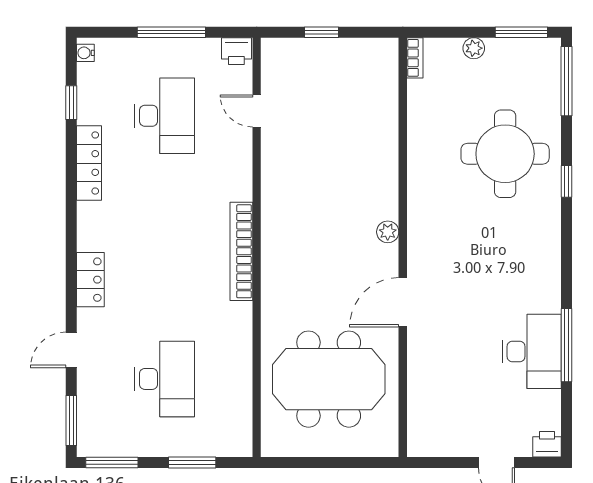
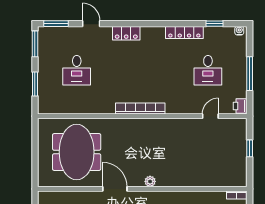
desk: (165, 116) -> (208, 70), width x0.73
desk: (165, 379) -> (77, 70), width x0.73

